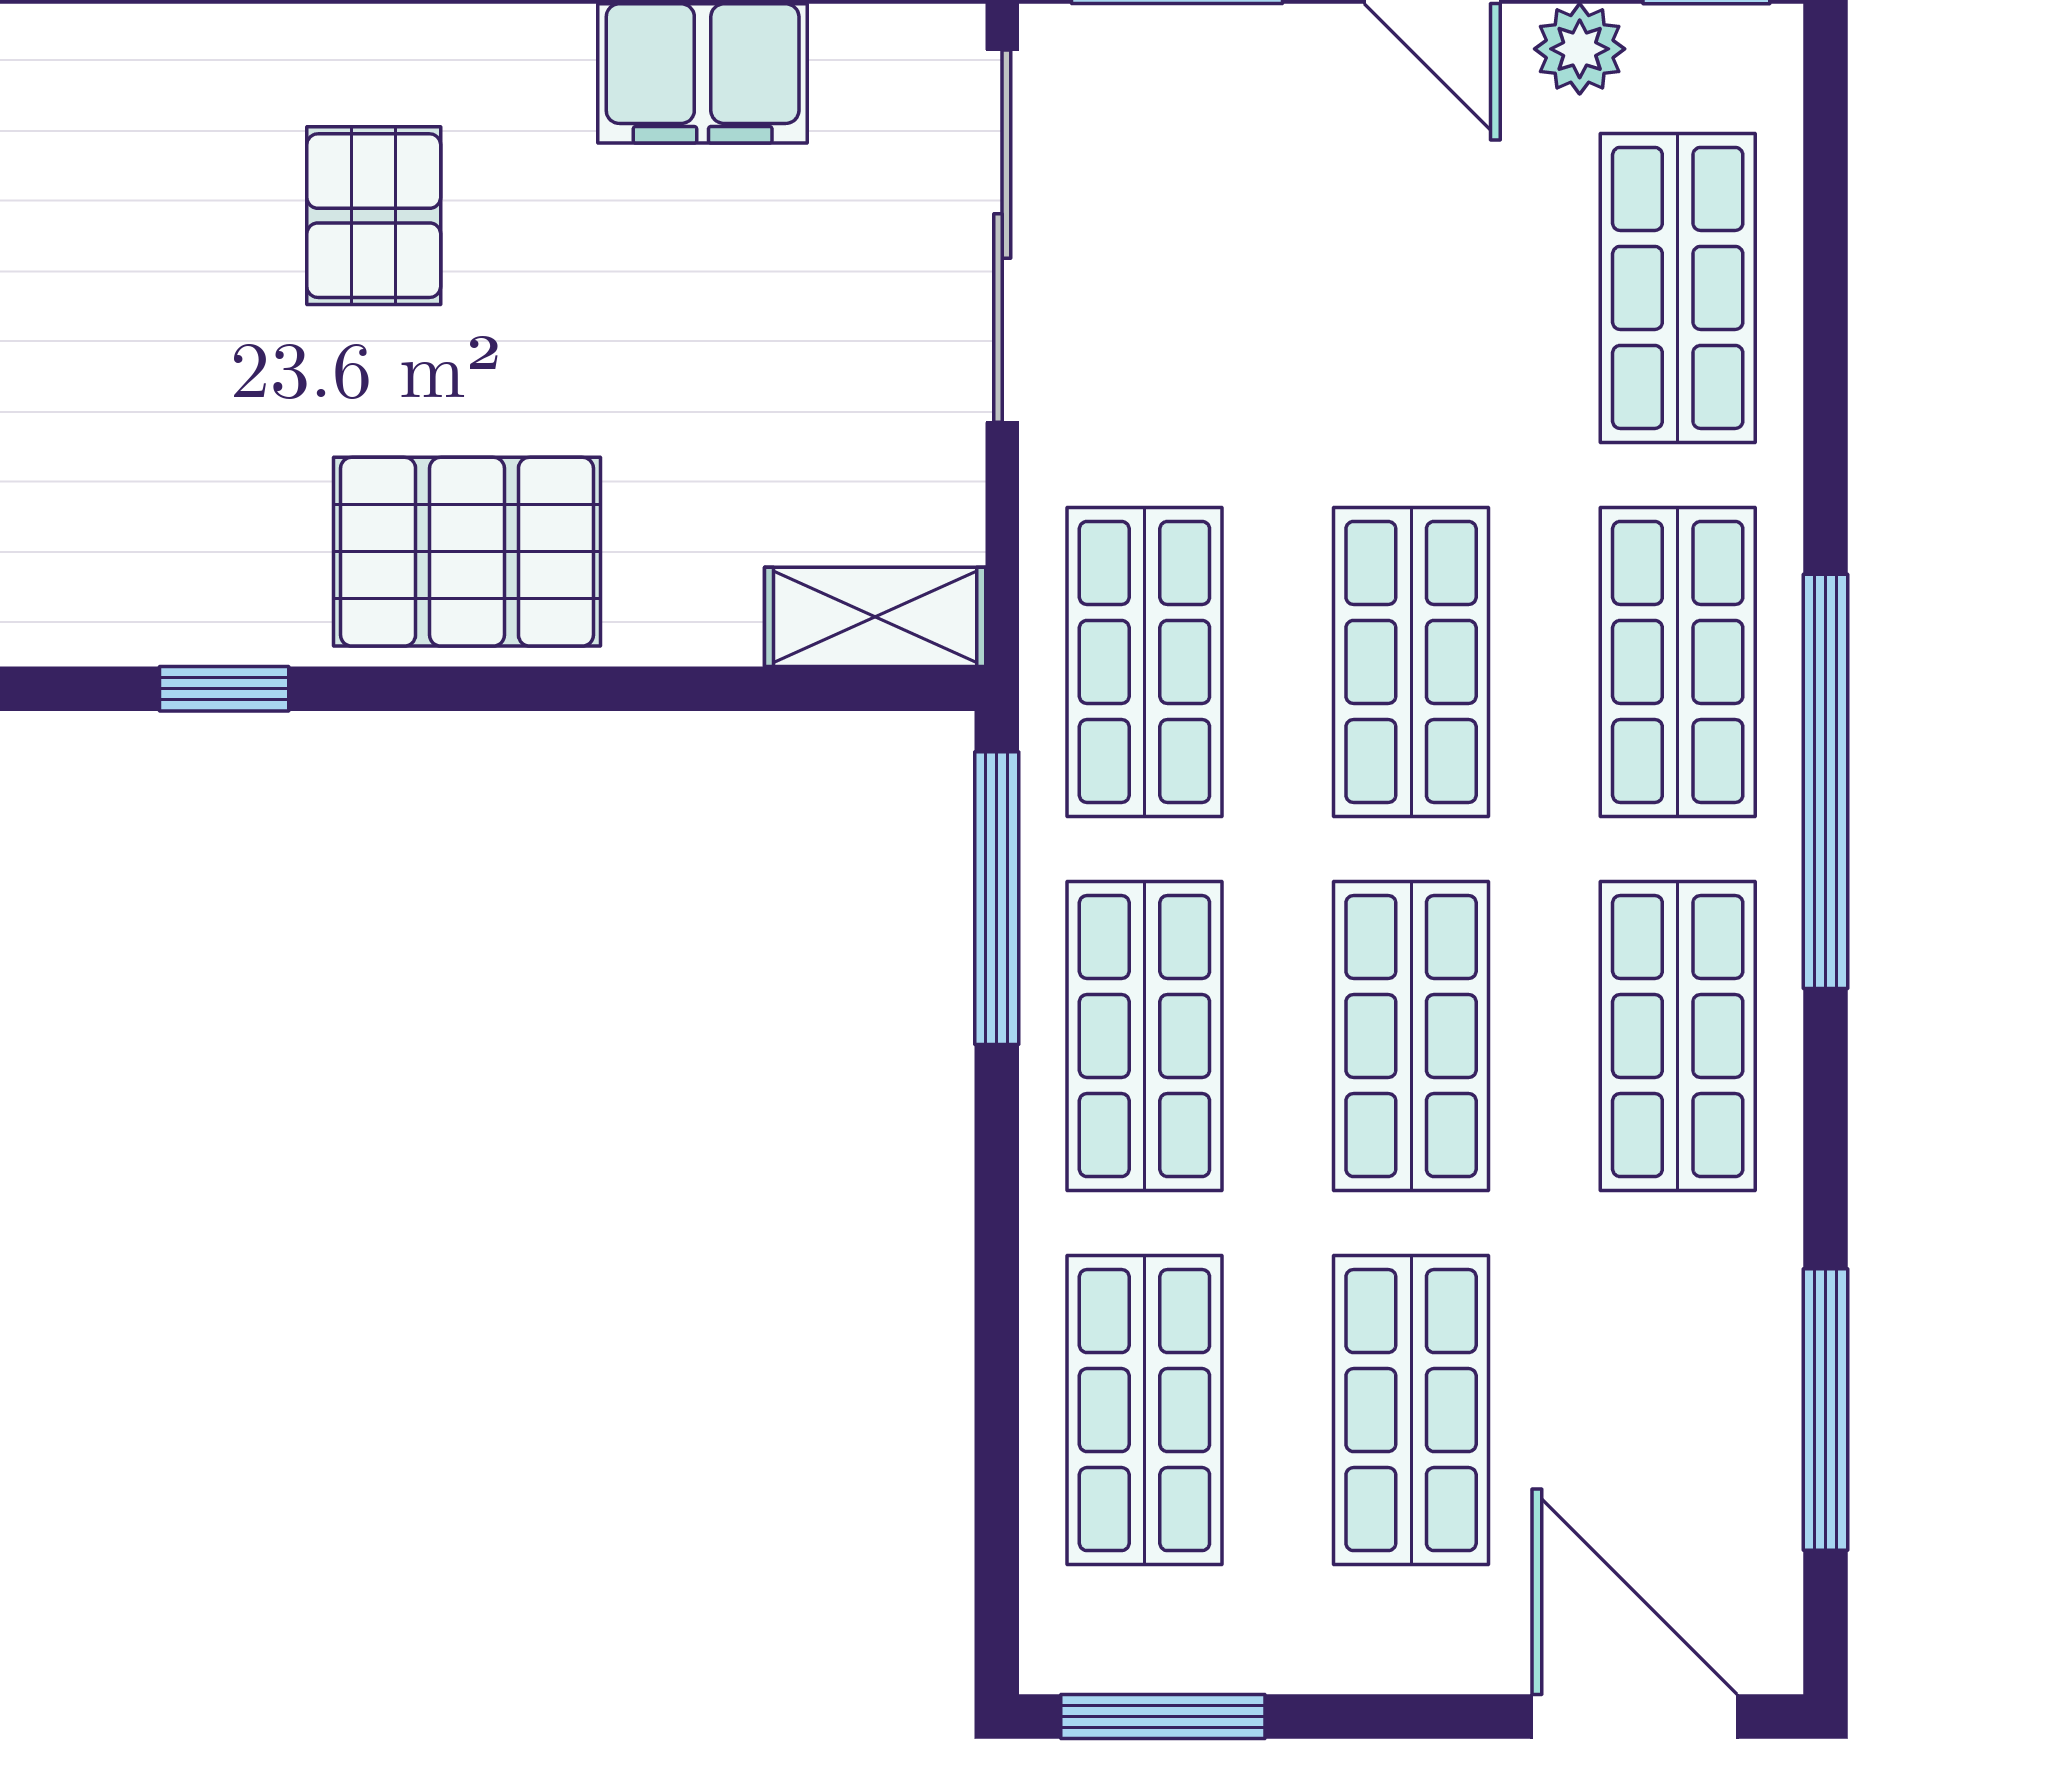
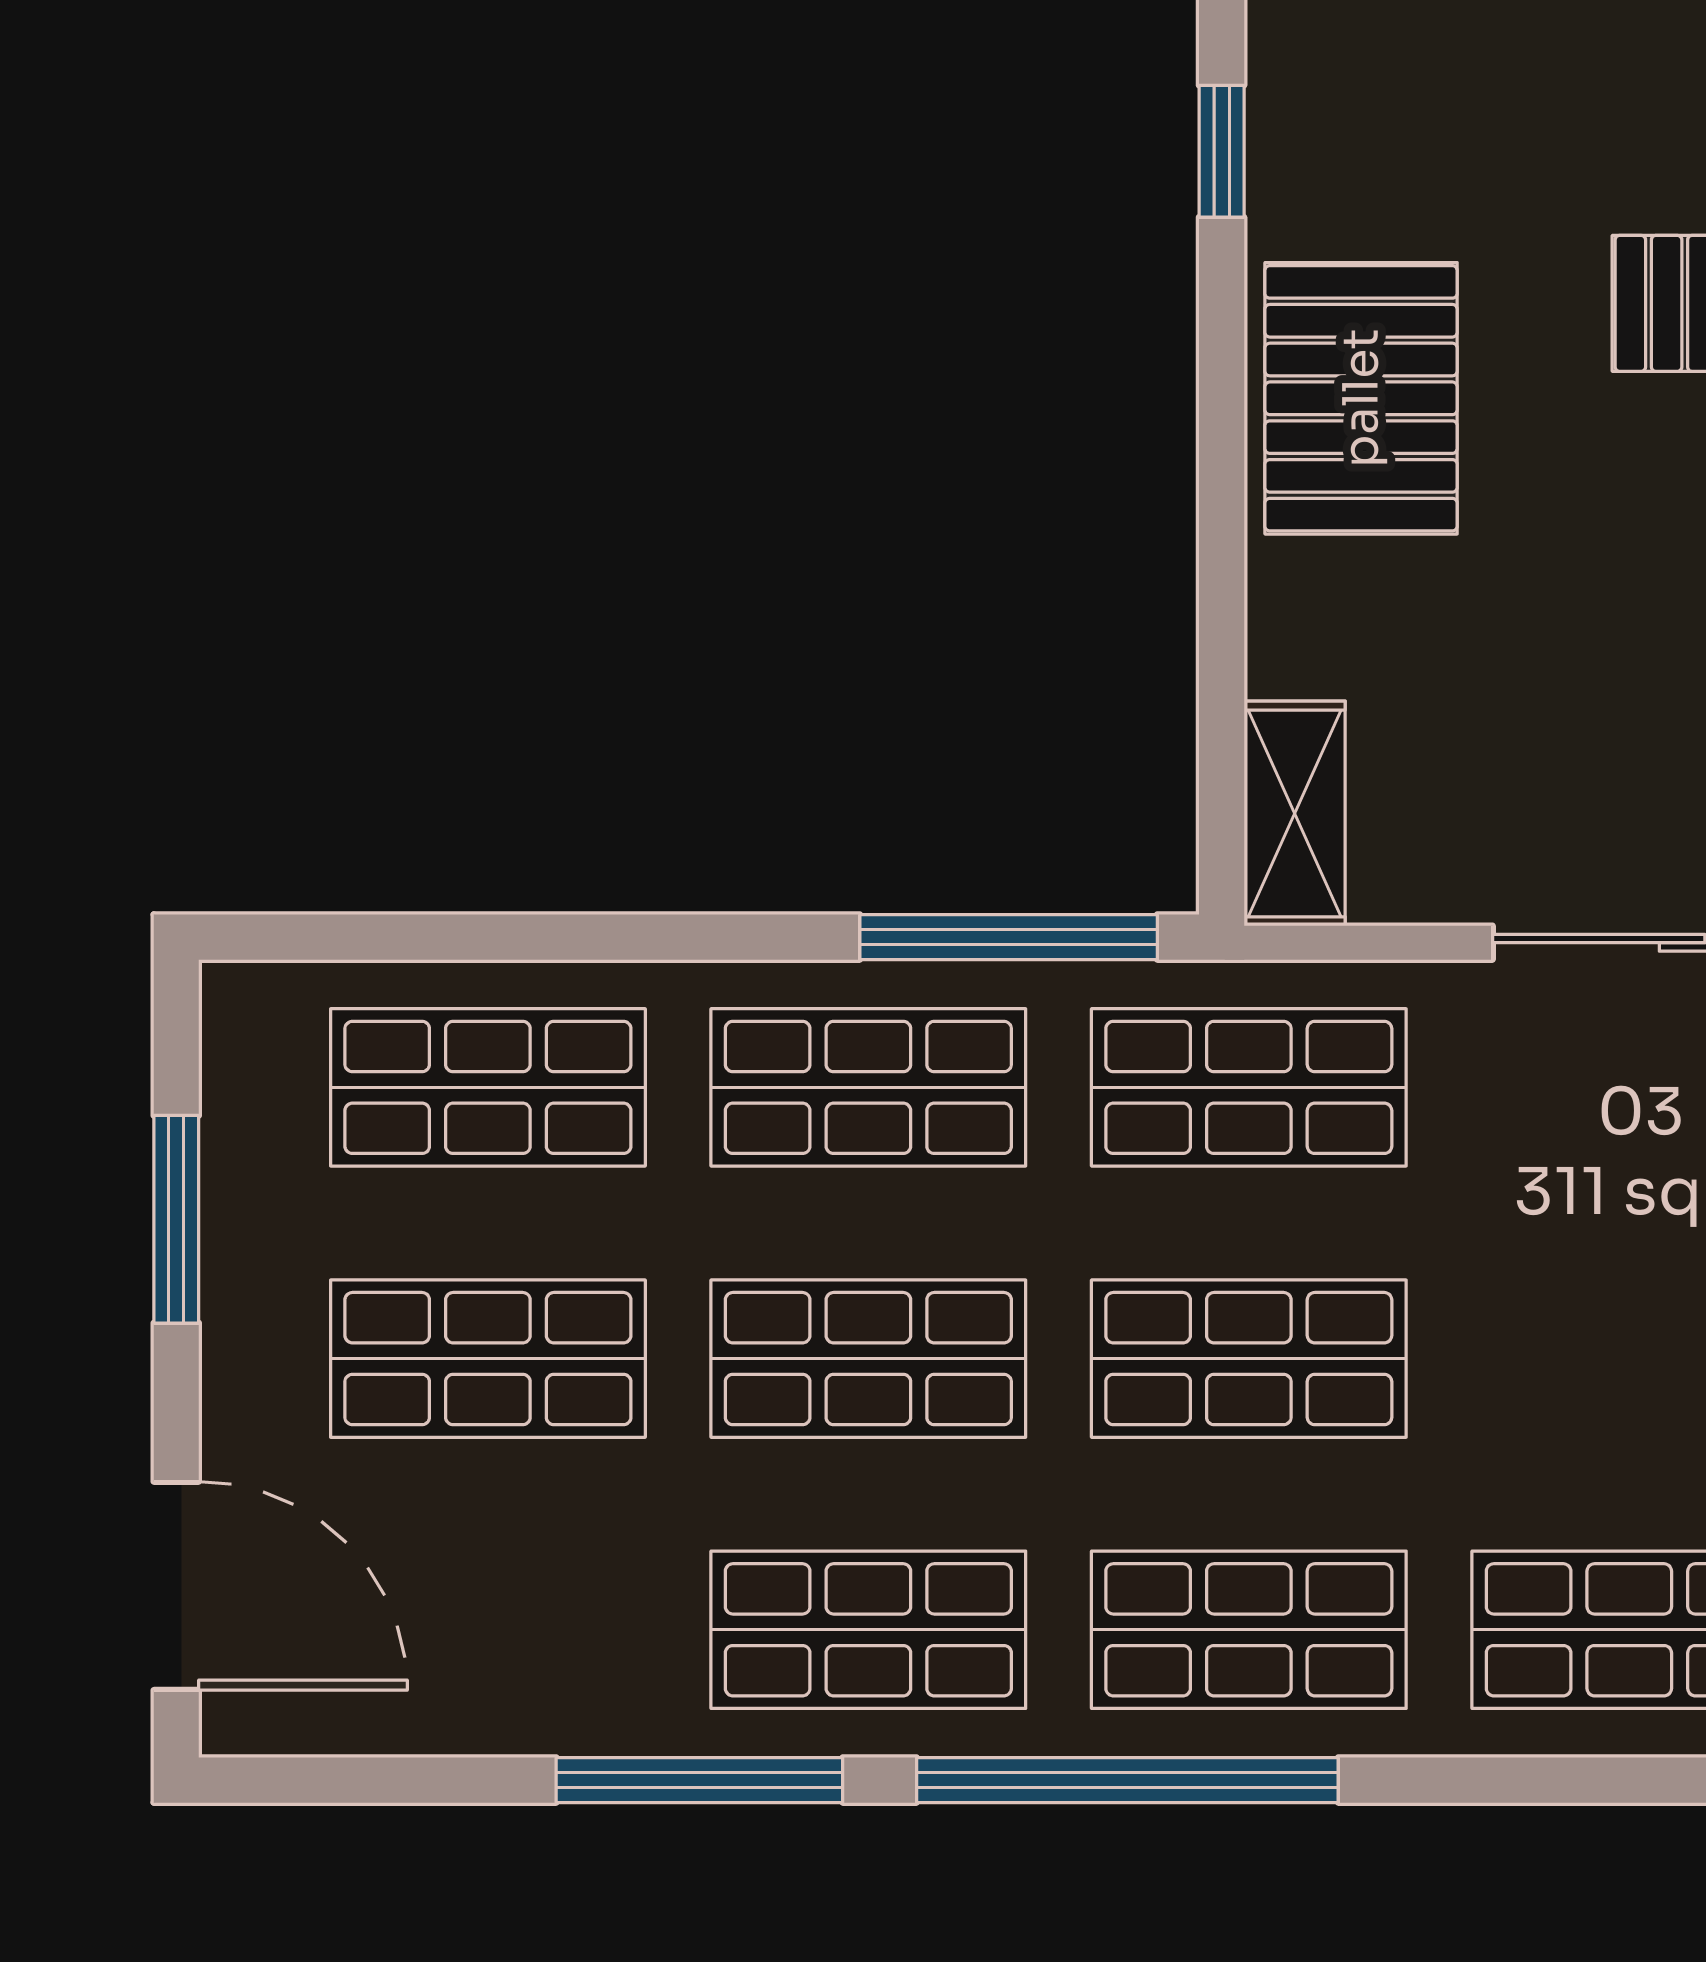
window: (1825, 1409) -> (699, 1780), moved
window: (1163, 1716) -> (176, 1219), moved
door: (1635, 1716) -> (176, 1586), hinge flipped

